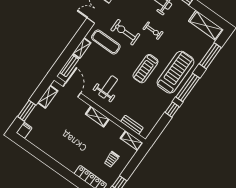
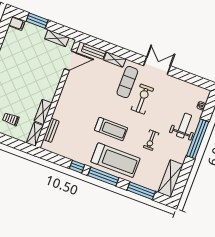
exercise bike: (153, 31) -> (151, 140), moved
treadmill: (145, 69) -> (111, 129), turned 180
weight bench: (108, 87) -> (83, 96), removed
shelving: (97, 117) -> (43, 112), moved

